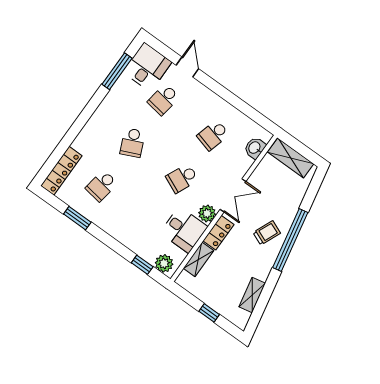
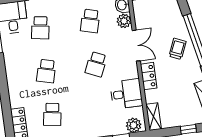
school desk: (132, 143) -> (46, 71), turned 39
plant: (207, 213) -> (124, 21), moved
shelving: (198, 259) -> (154, 117), moved

